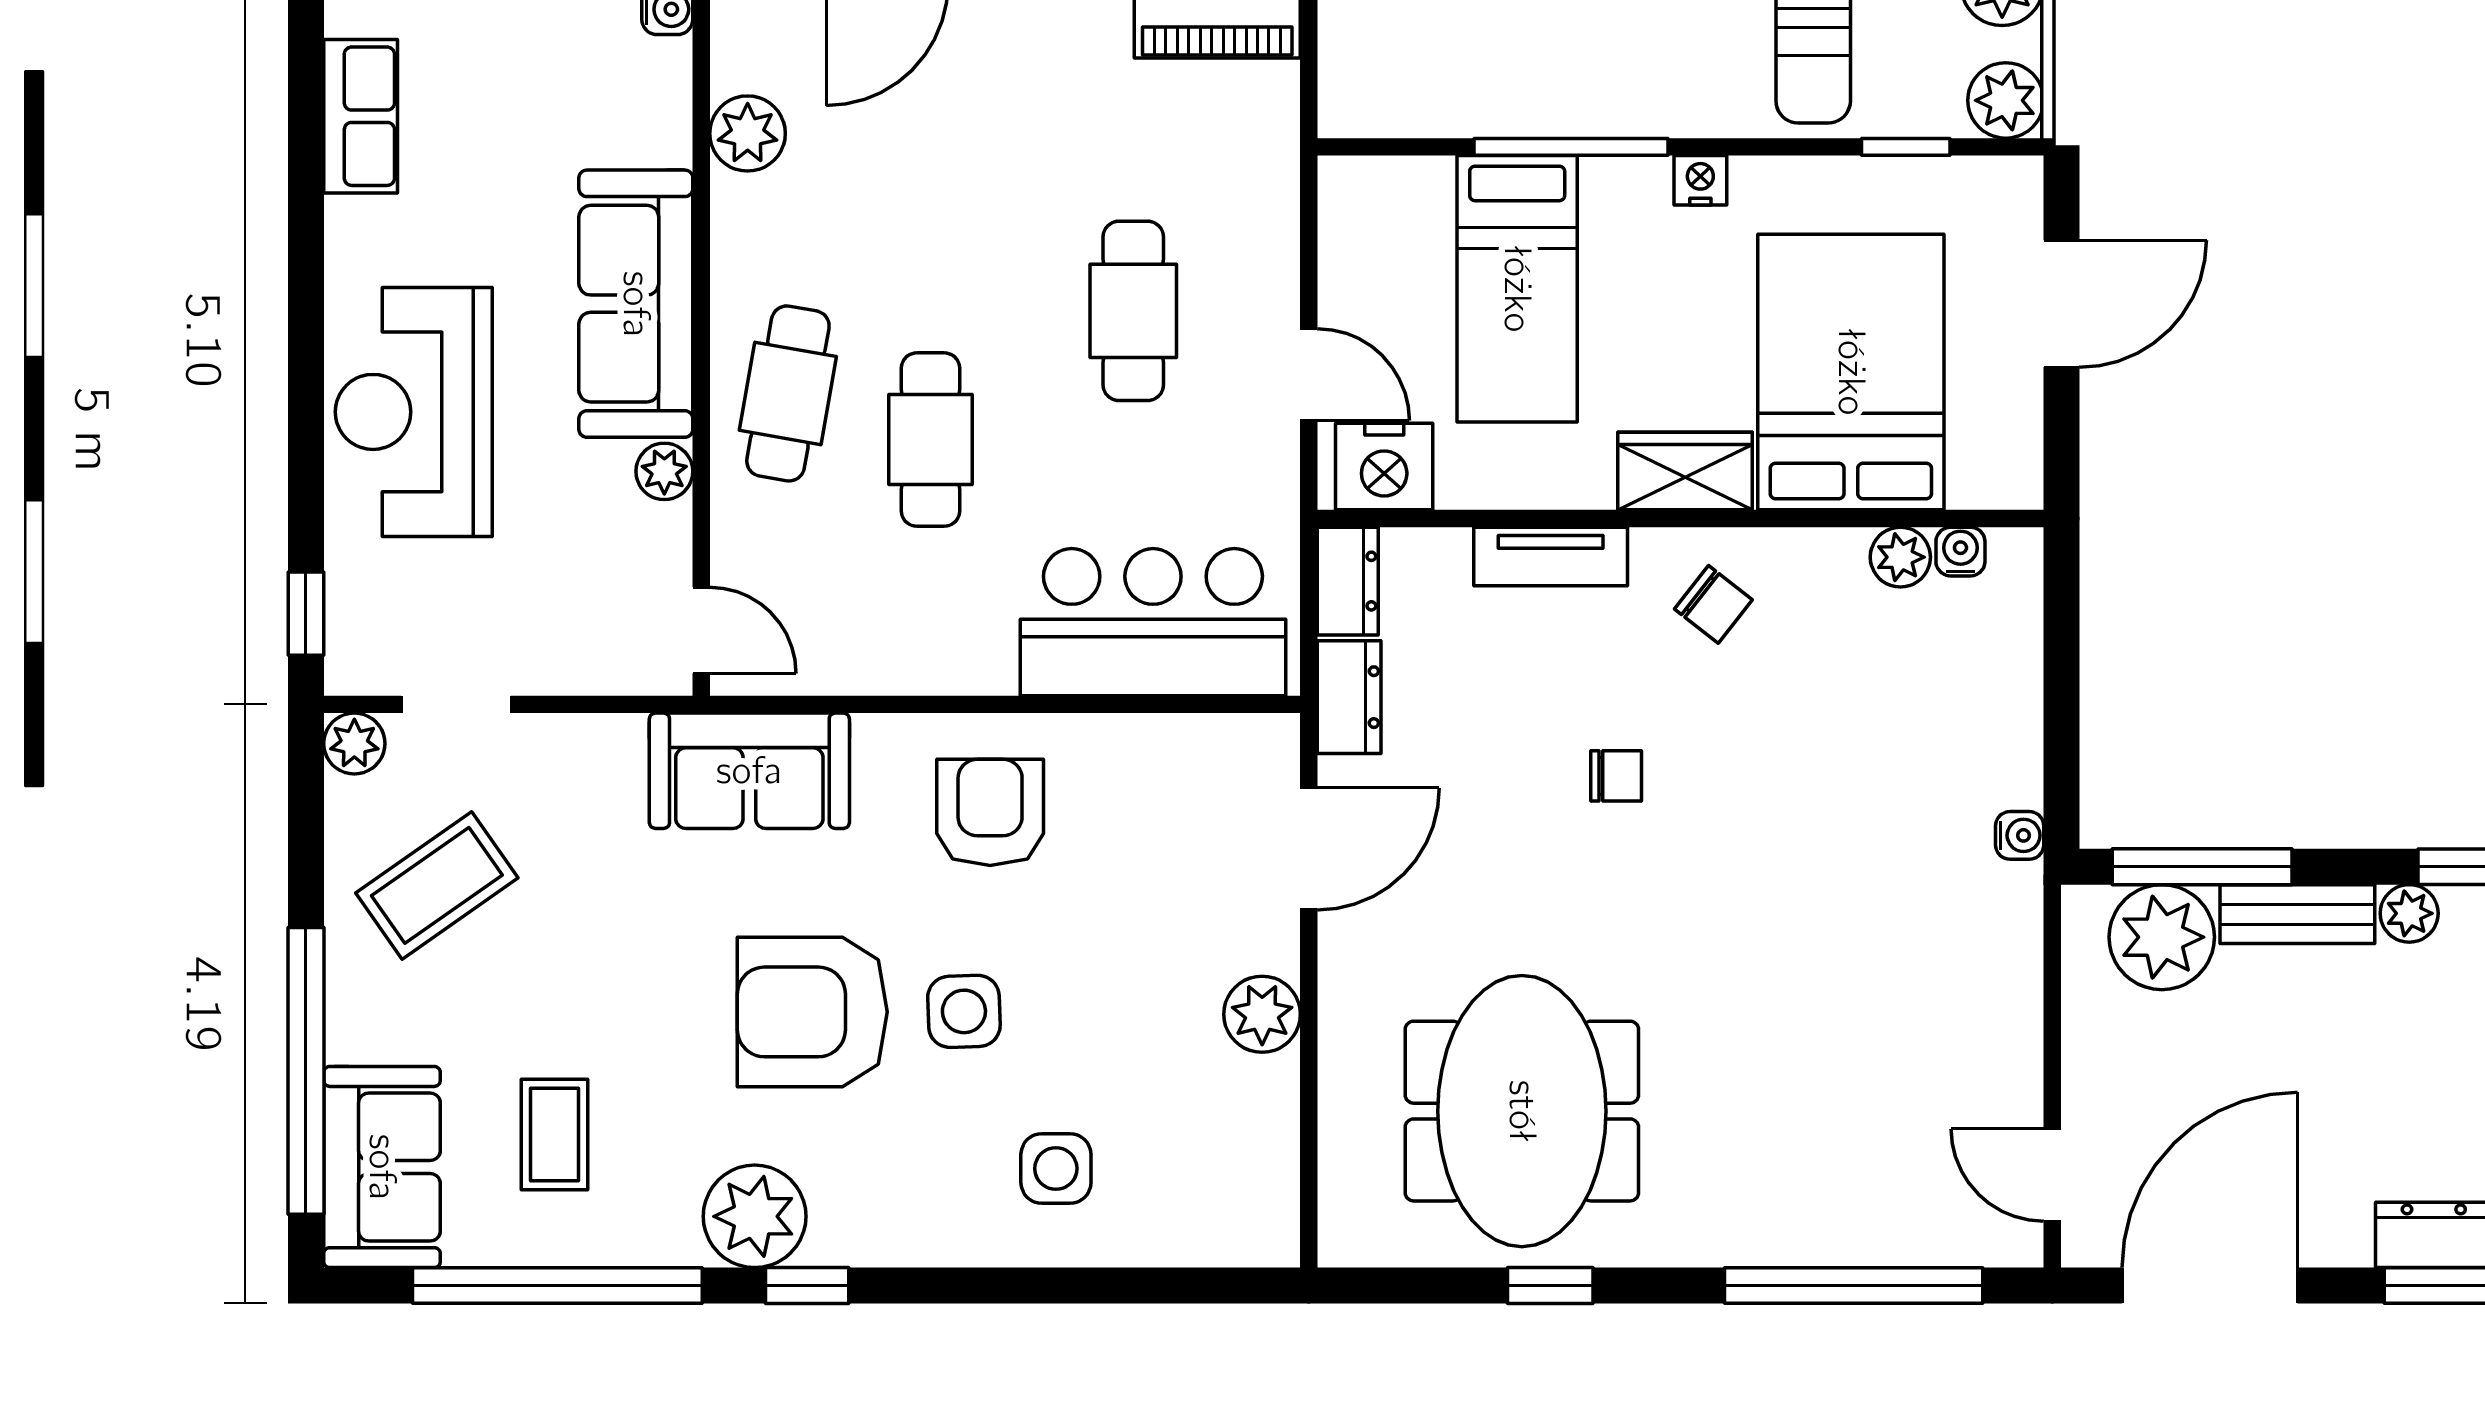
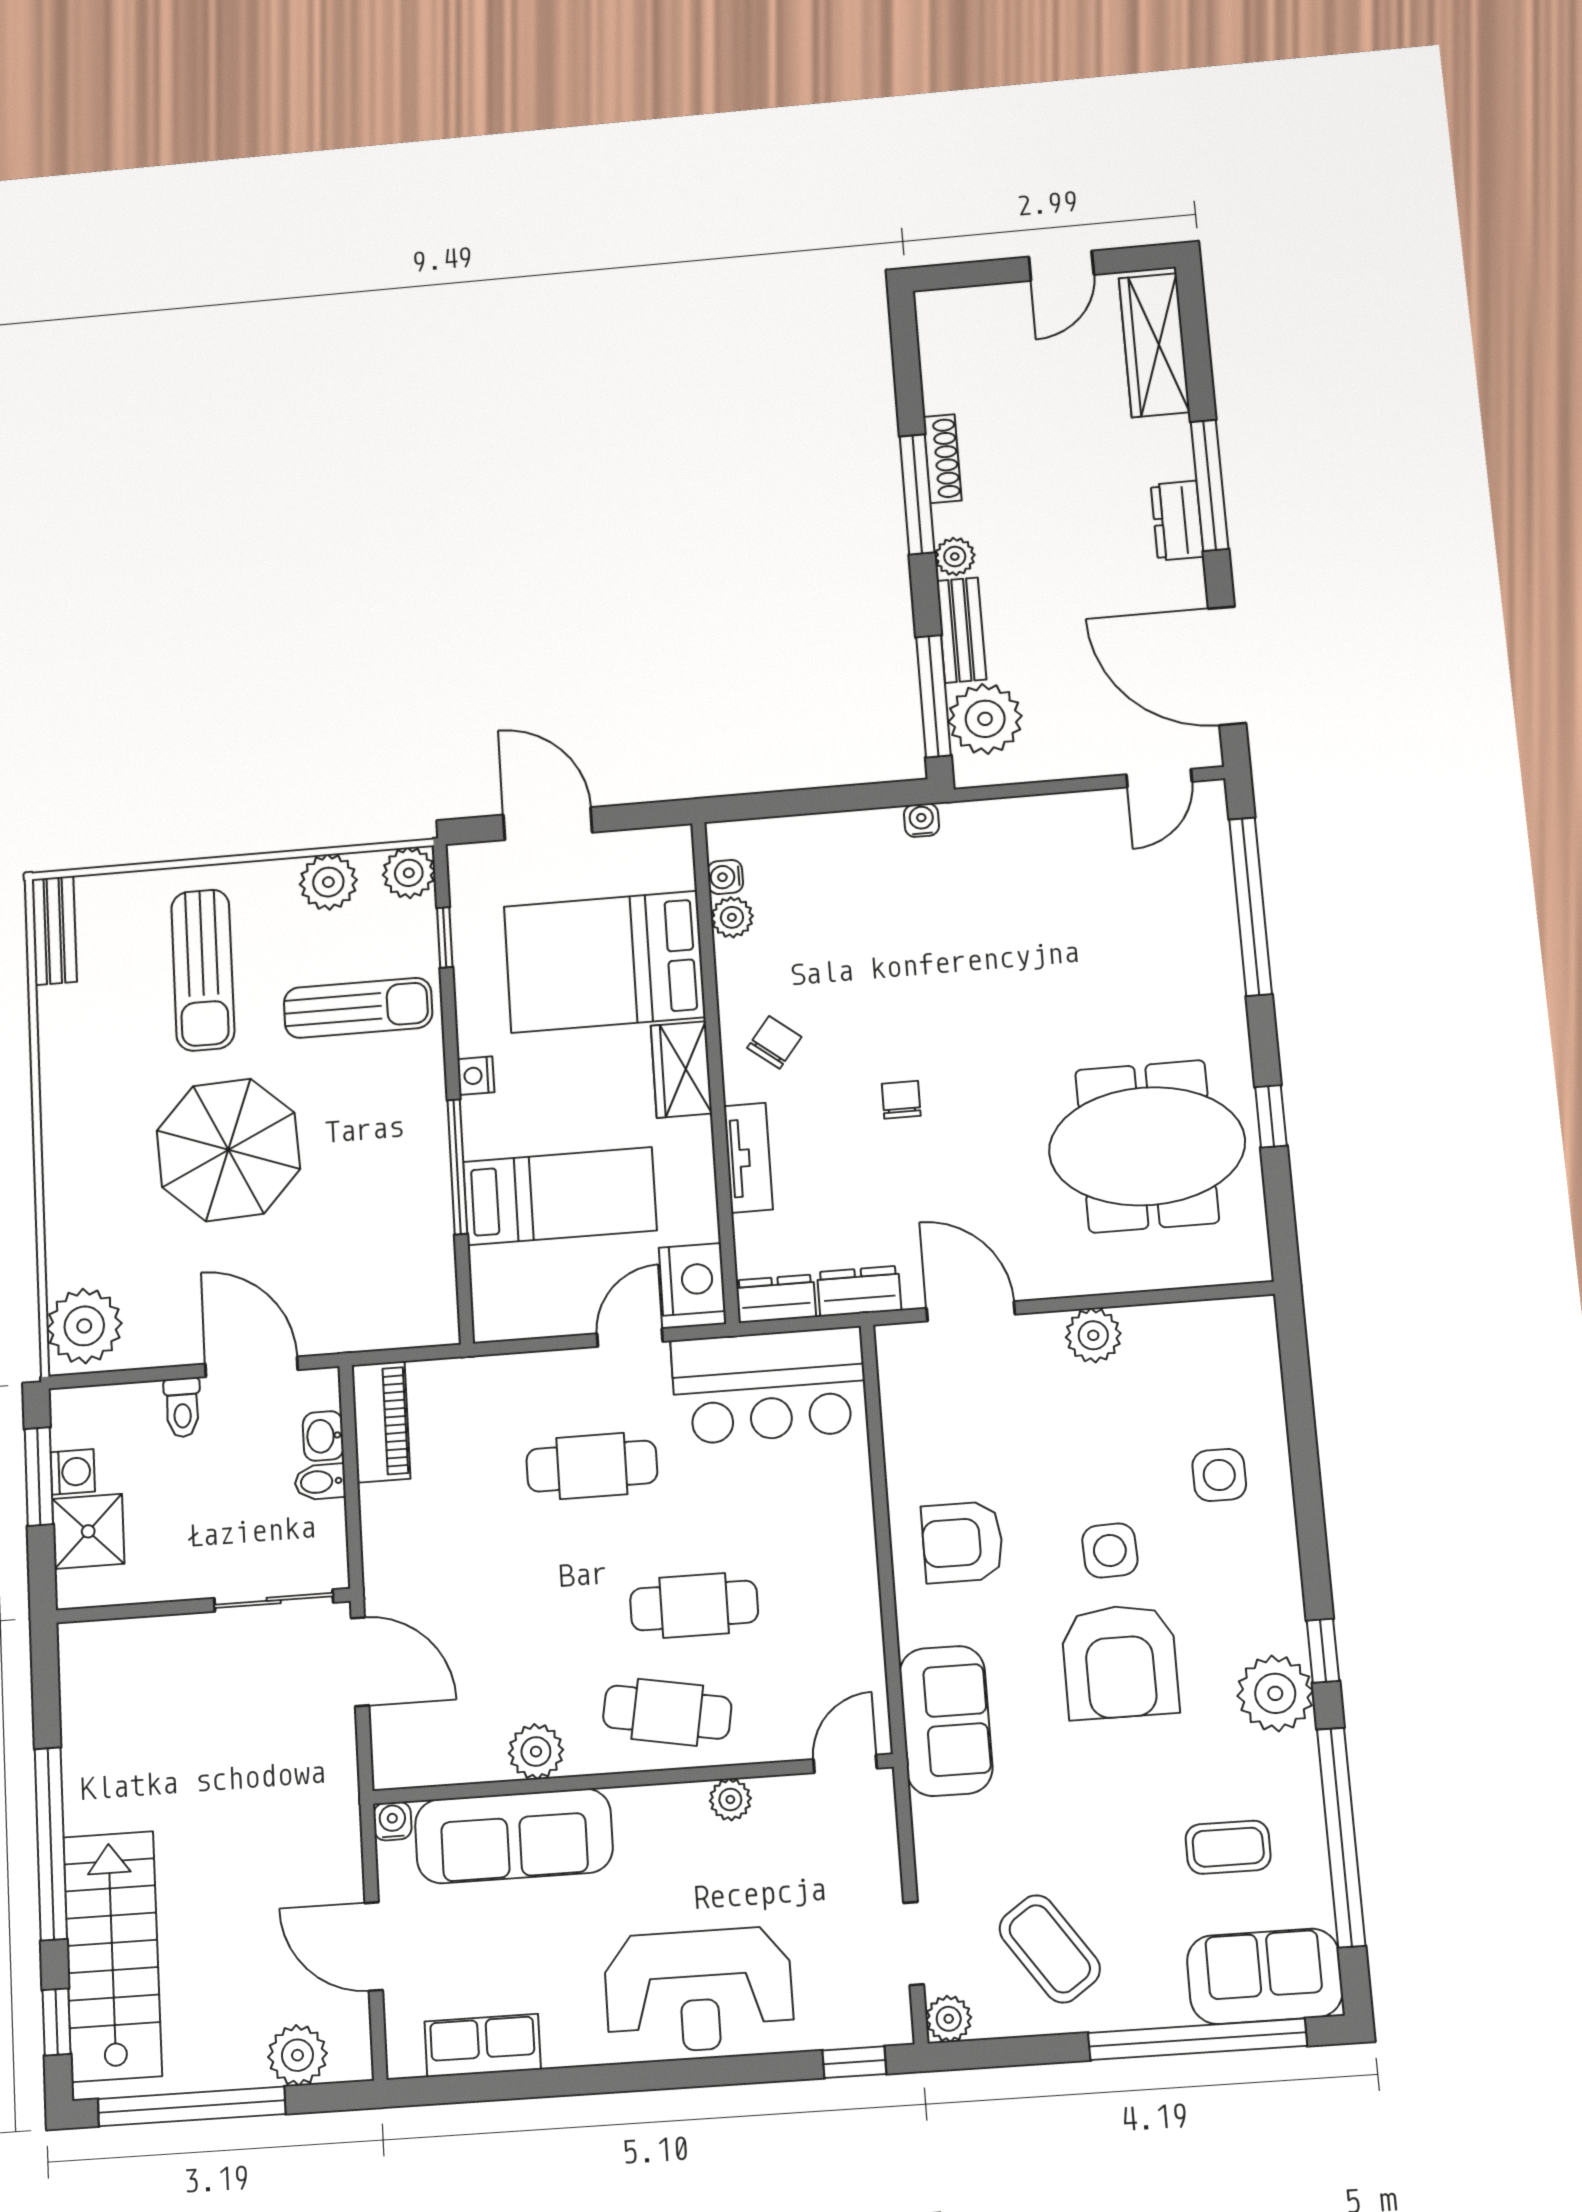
plant: (748, 133) -> (536, 1752), moved
sofa: (636, 304) -> (514, 1836), moved
bar counter: (1153, 622) -> (769, 1386), moved, turned -90

